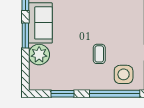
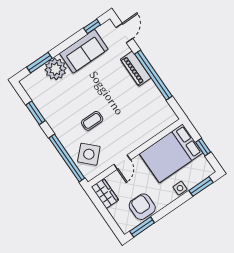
window: (25, 35) -> (39, 63), moved
side table: (124, 74) -> (89, 154), turned 45

